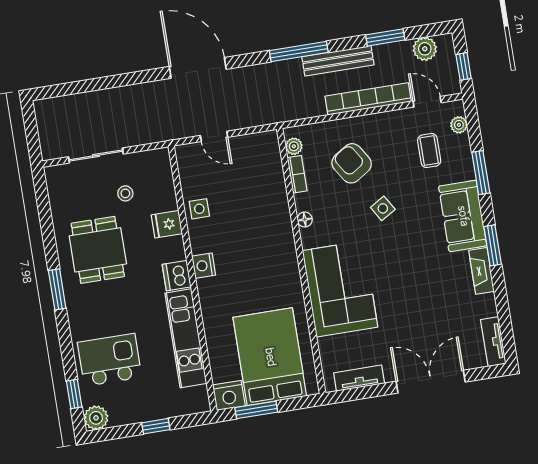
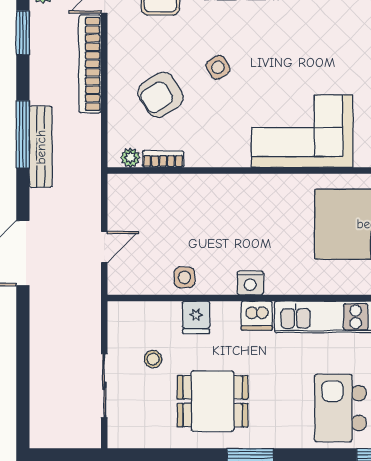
bench: (338, 61) -> (41, 147), moved
floor lamp: (305, 219) -> (216, 159), removed

